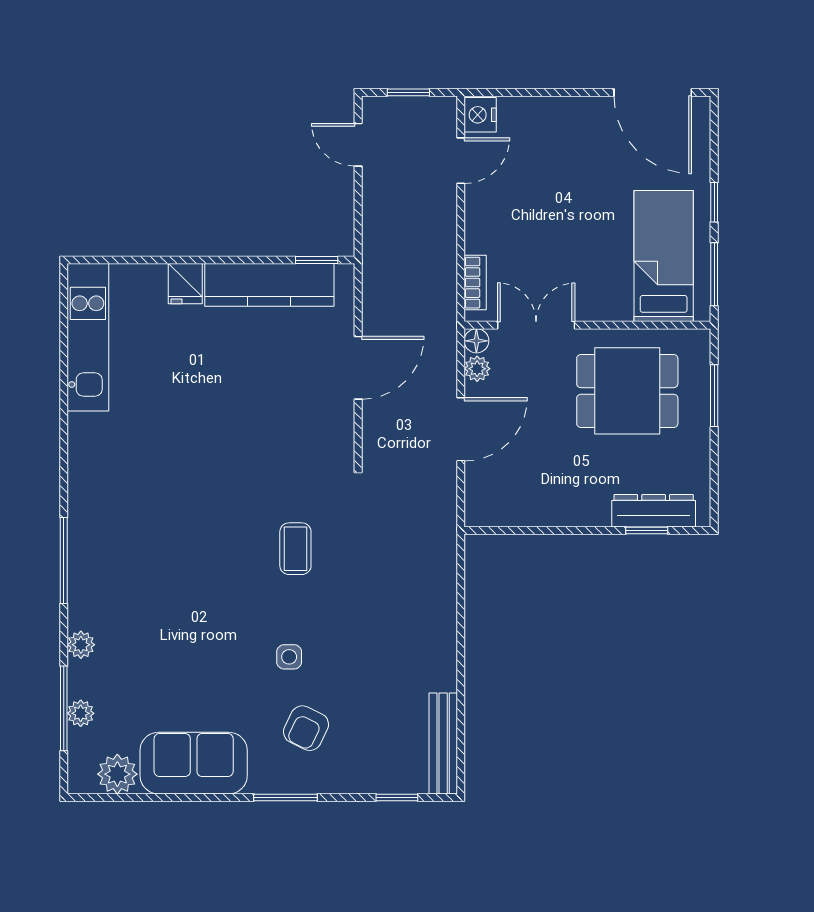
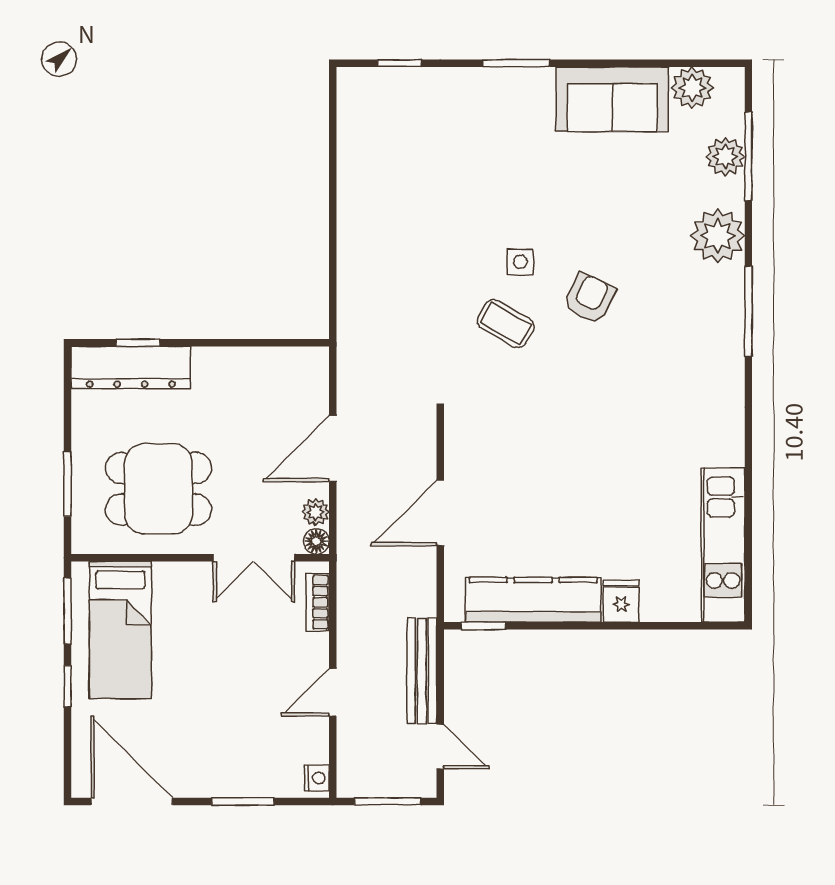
window: (408, 92) -> (388, 801), width x1.50
window: (547, 92) -> (243, 801), added
nightstand: (480, 115) -> (317, 778), width x0.72, depth x0.74
door: (461, 161) -> (333, 692), moved
dresser: (654, 511) -> (131, 368), width x1.37, depth x1.24
coffee table: (295, 549) -> (506, 324), turned -60
plant: (81, 645) -> (718, 236), width x1.88, depth x1.88
side table: (289, 657) -> (520, 262), moved
plant: (81, 713) -> (725, 157), width x1.38, depth x1.38
armchair: (306, 728) -> (589, 298), moved
bench: (443, 743) -> (422, 671), moved

